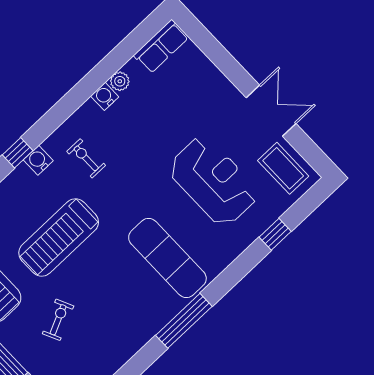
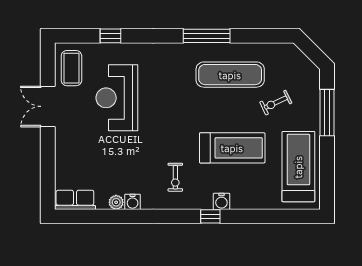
water cooler: (38, 160) -> (221, 201), moved
exercise mat: (167, 258) -> (230, 75), moved, turned 90

